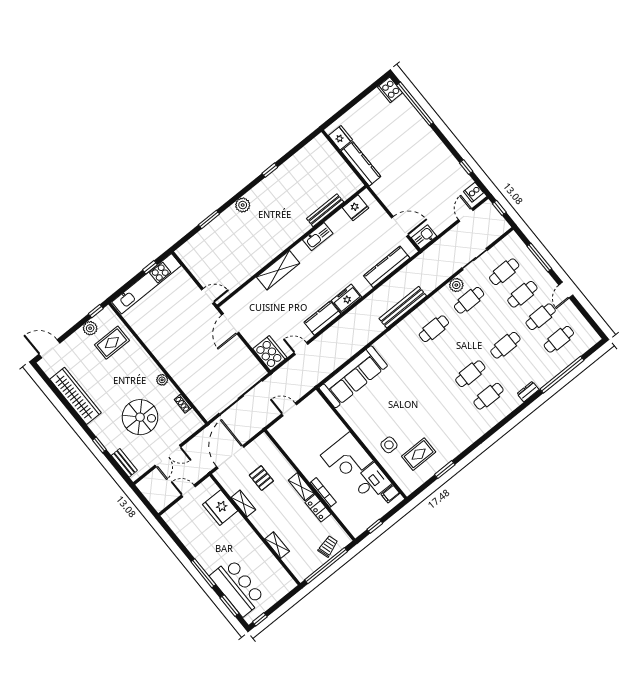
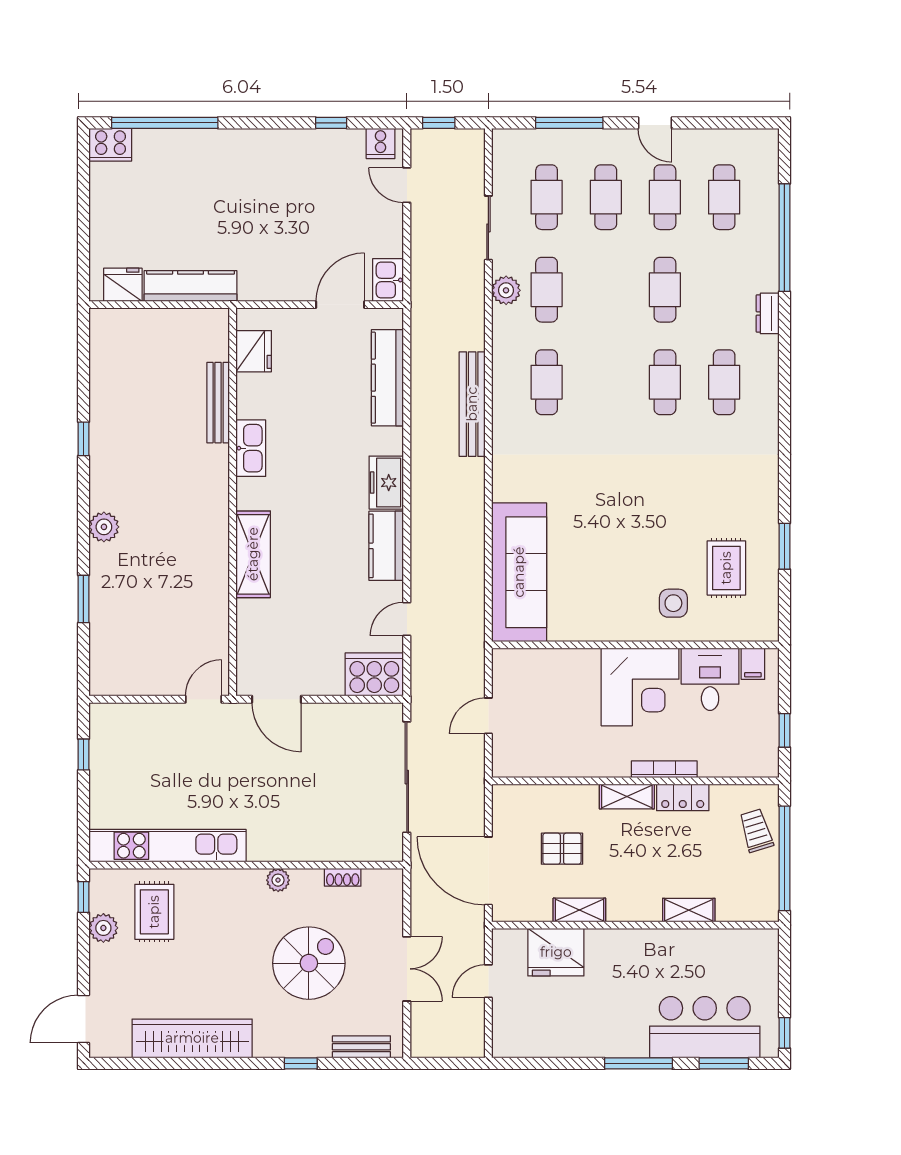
kitchen unit: (146, 284) -> (168, 846), moved, turned -90

